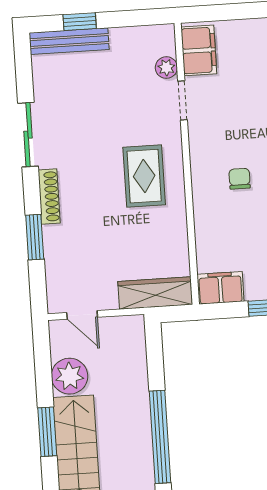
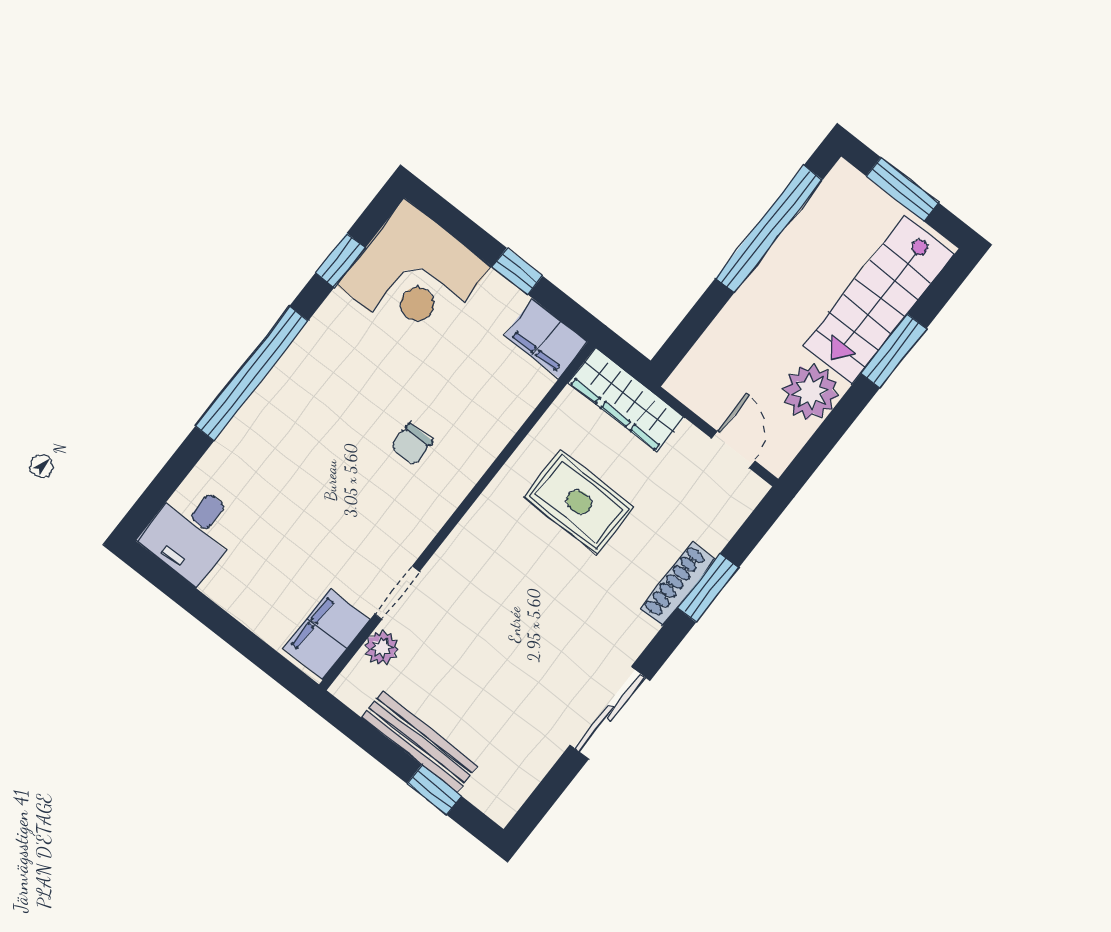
bench: (69, 41) -> (420, 742), moved
rug: (144, 176) -> (579, 502), moved, turned 90
shoe rack: (49, 196) -> (678, 584), moved

